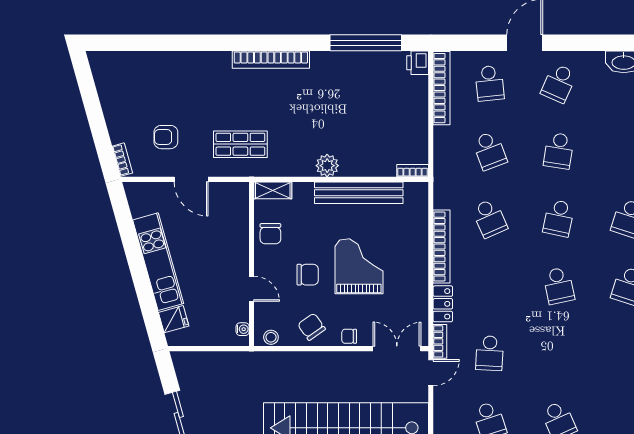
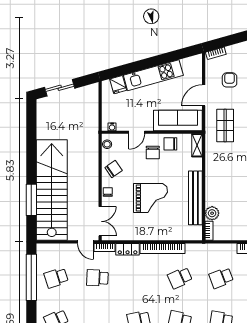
plant: (327, 166) -> (212, 213), moved
sofa: (232, 221) -> (178, 120), added
chair: (308, 275) -> (153, 152), moved

